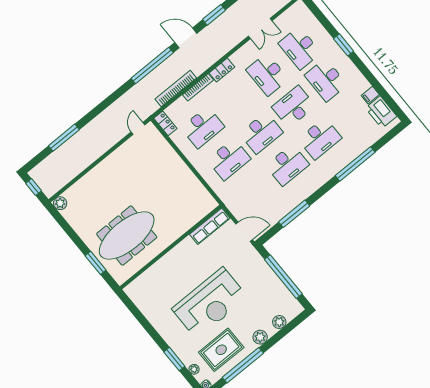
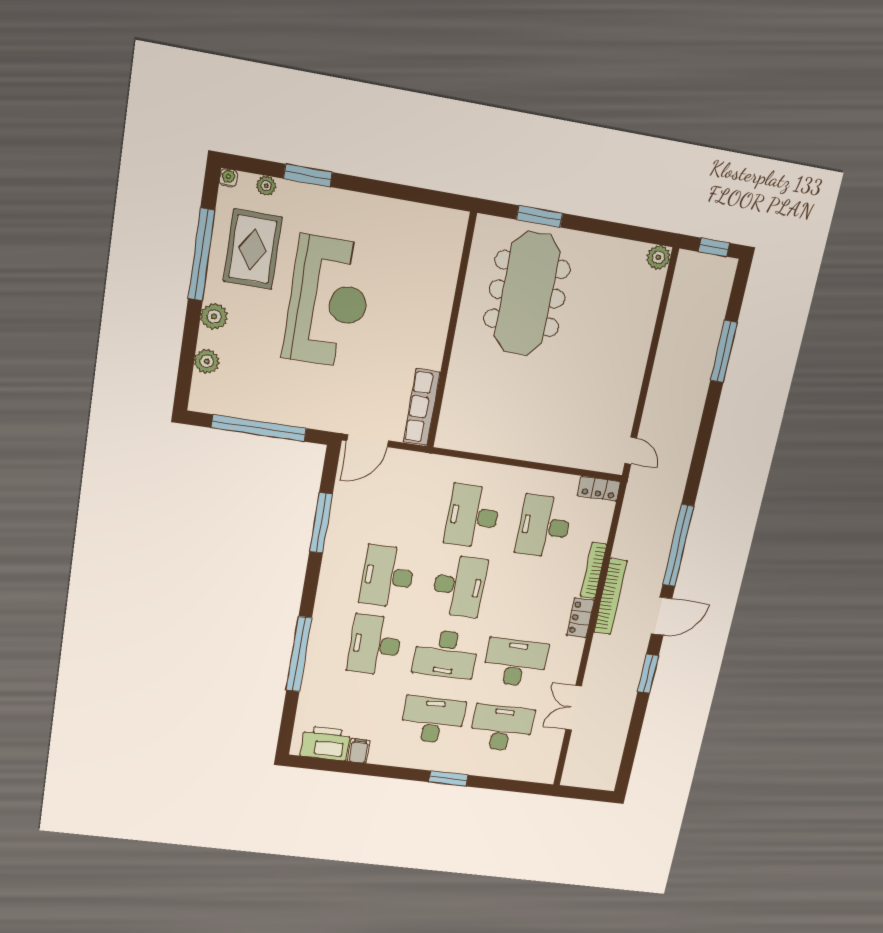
bookcase: (176, 88) -> (610, 597), moved
desk: (294, 107) -> (446, 654), turned 90
desk: (261, 133) -> (459, 586), turned 180
reception desk: (210, 303) -> (328, 302), turned 180

